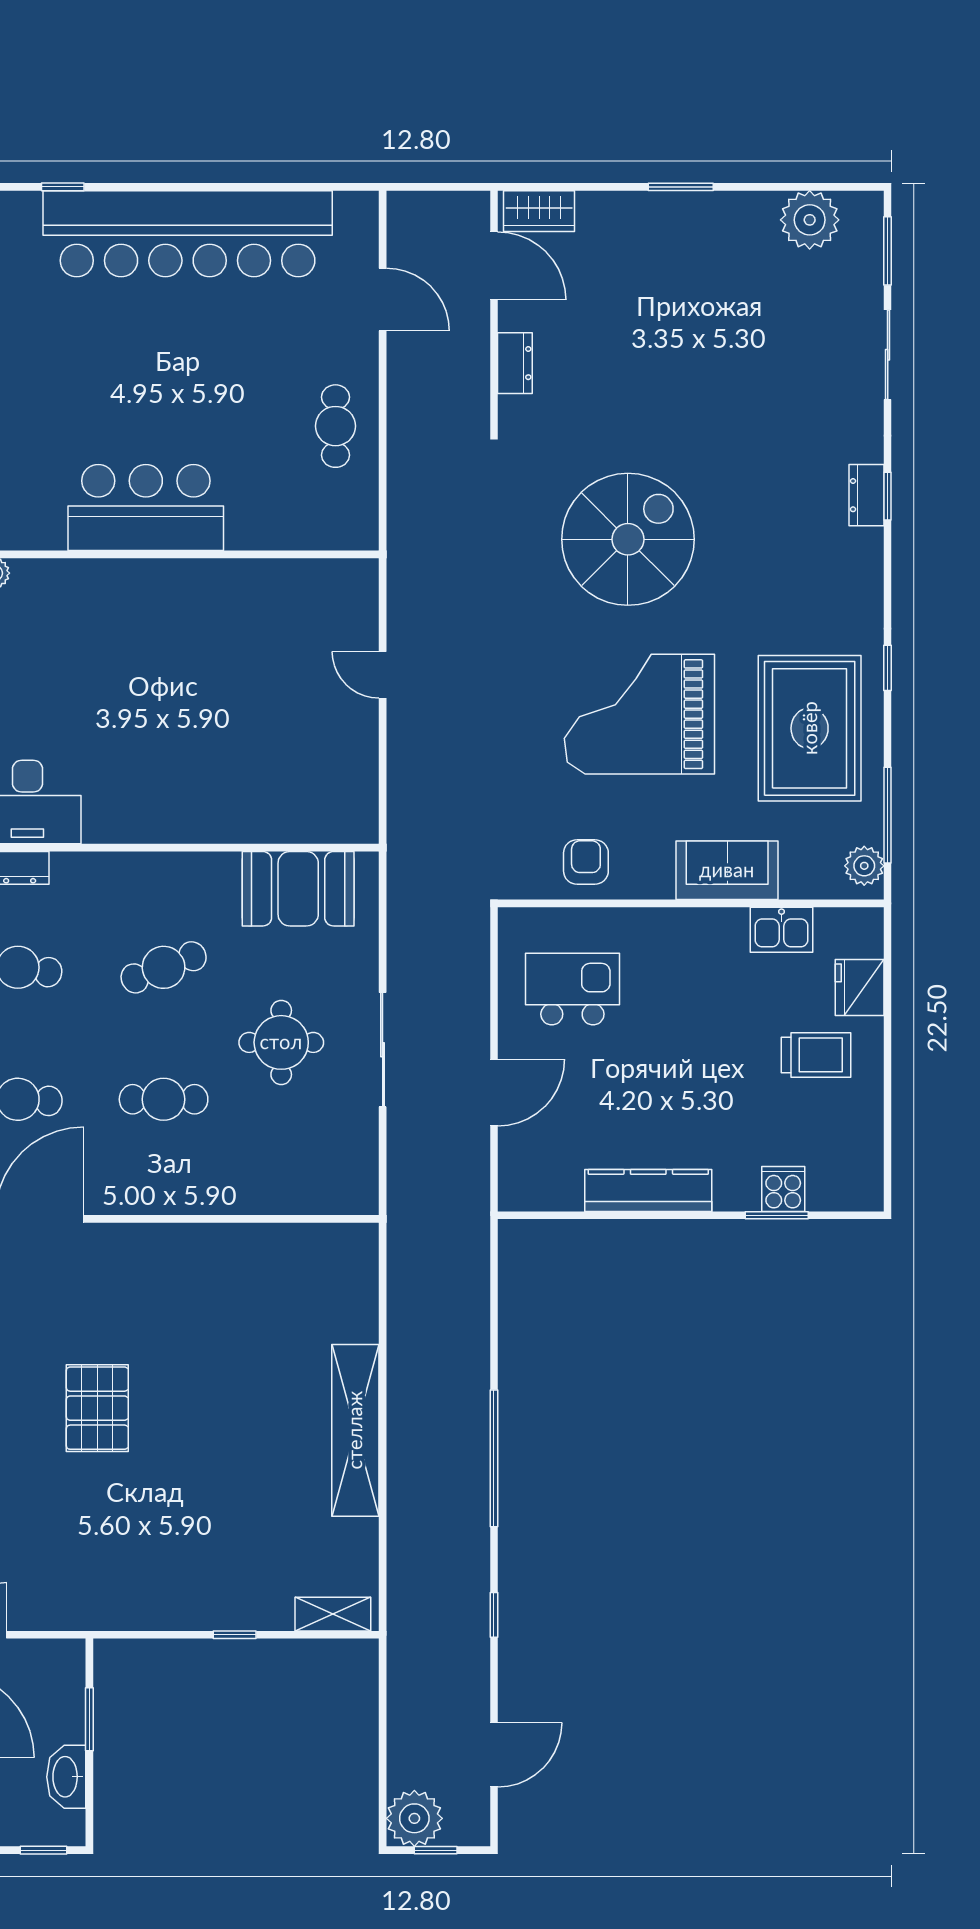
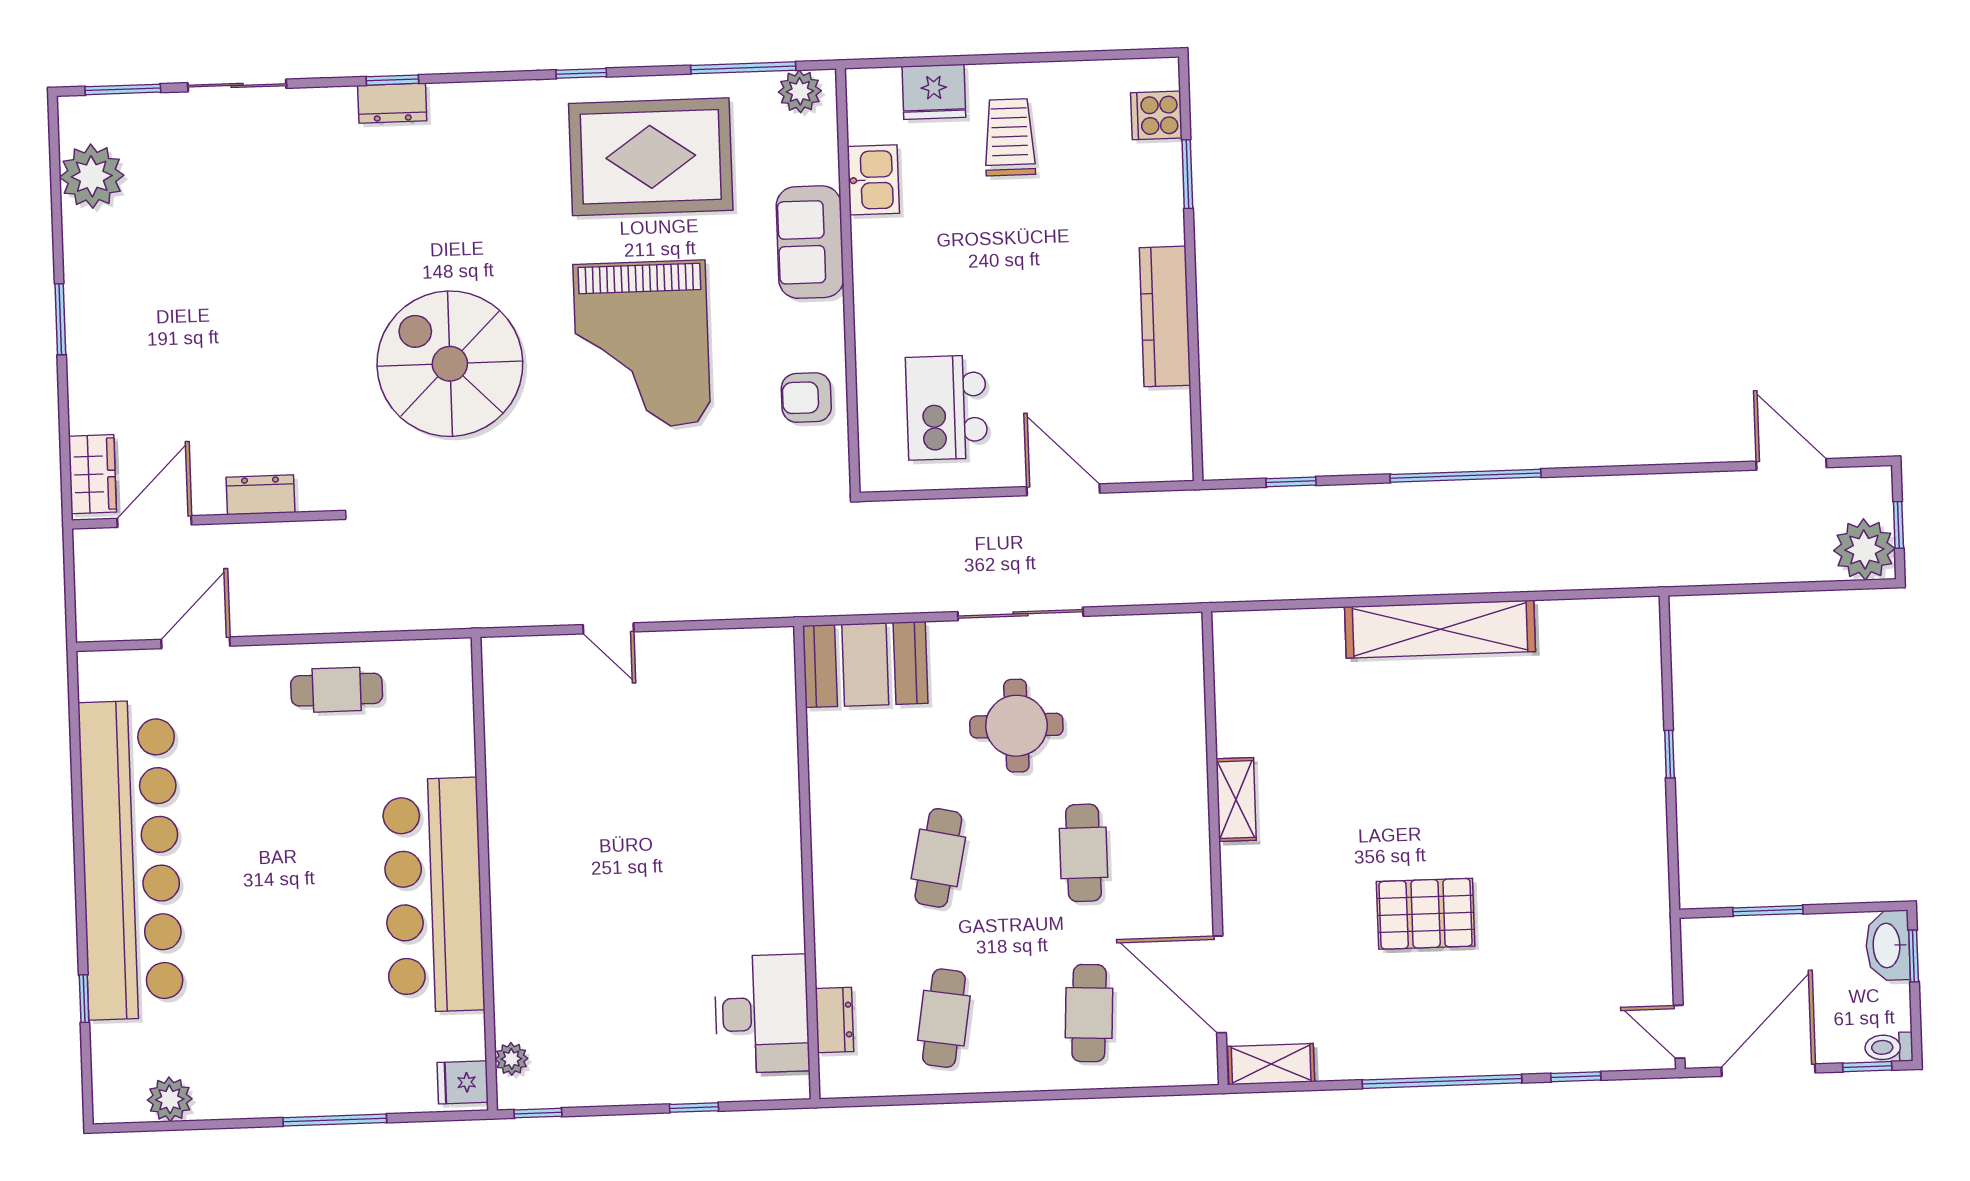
bar counter: (146, 508) -> (433, 895), width x1.36
door: (383, 675) -> (608, 628), hinge flipped
booth: (298, 889) -> (865, 665), moved, turned 90
cafe table: (164, 967) -> (938, 858), turned 33
cooker: (783, 1189) -> (1156, 115), moved
shelving: (333, 1614) -> (1236, 800), moved
window: (494, 1615) -> (1291, 482), moved
washbasin: (66, 1777) -> (1888, 945), moved, turned 90

